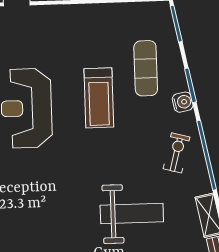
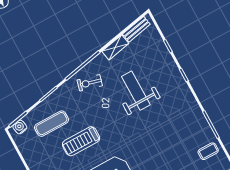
treadmill: (99, 98) -> (81, 141), turned 180
water cooler: (183, 102) -> (20, 127), moved

